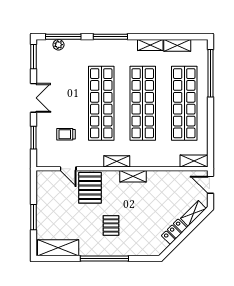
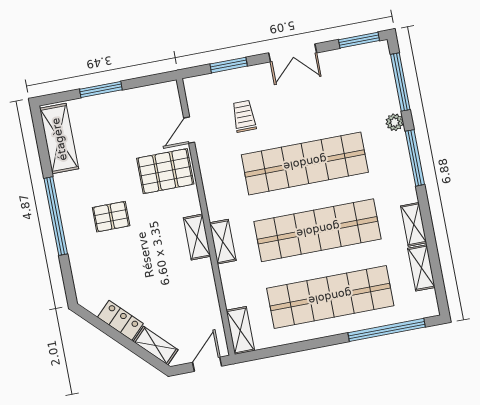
plant: (58, 45) -> (395, 122), moved
shelving: (117, 161) -> (223, 242), moved

